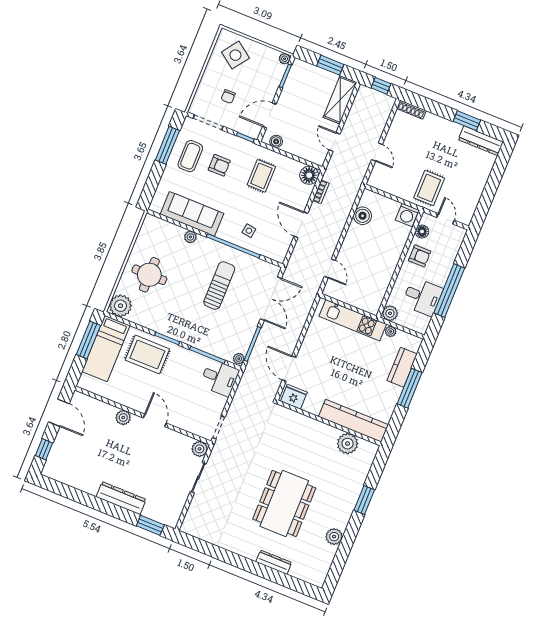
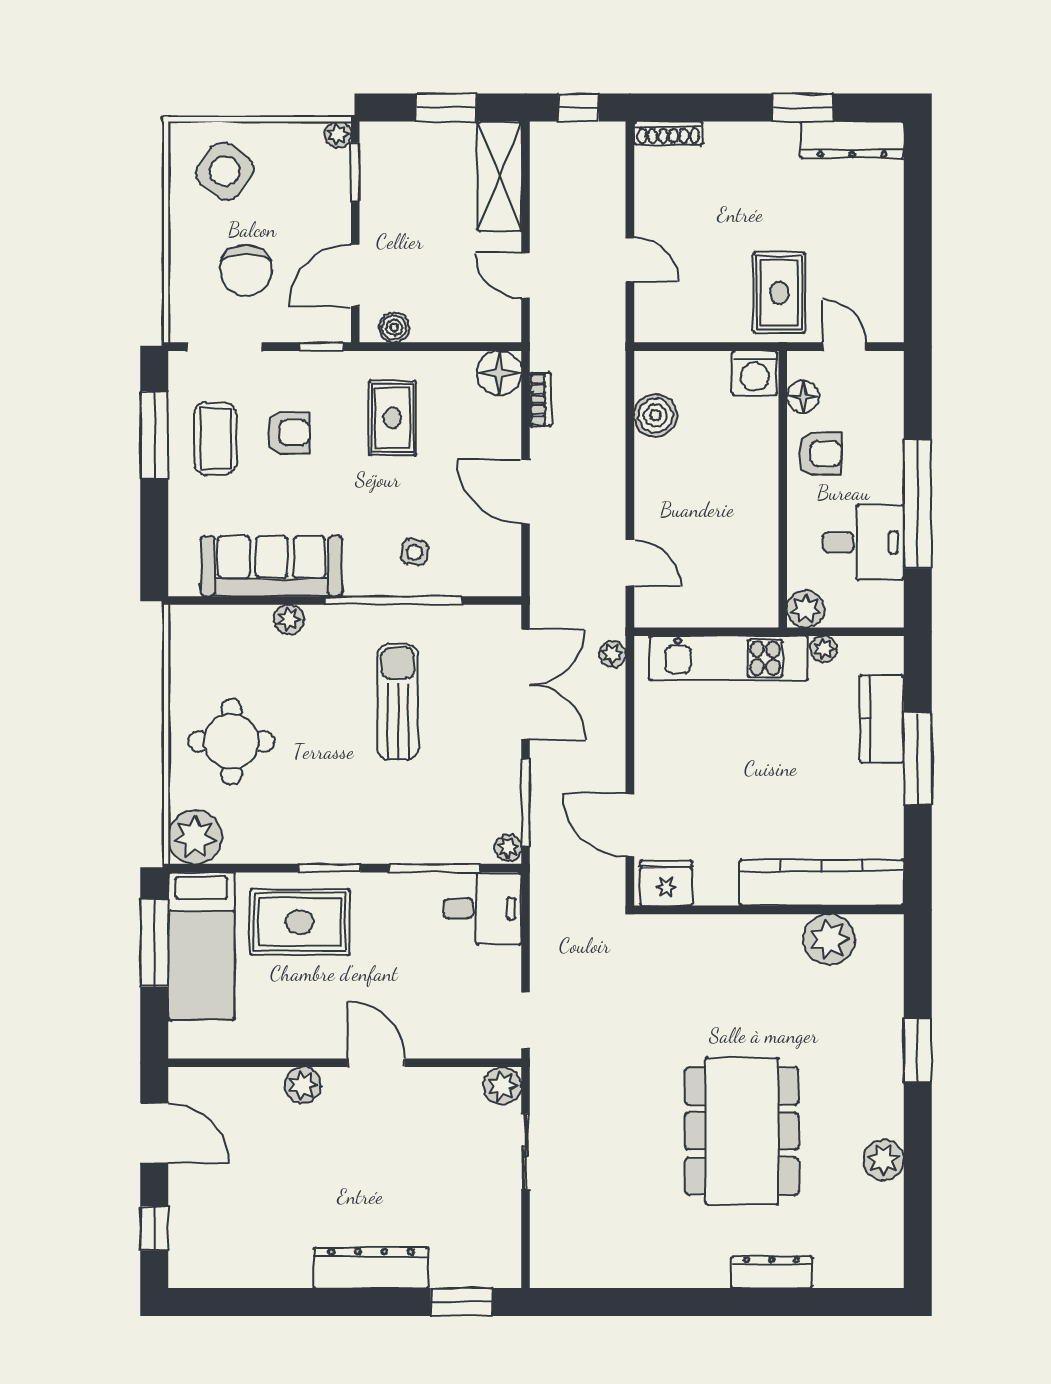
chair: (228, 96) -> (246, 270), width x1.87, depth x1.87
plant: (309, 301) -> (613, 654), added

